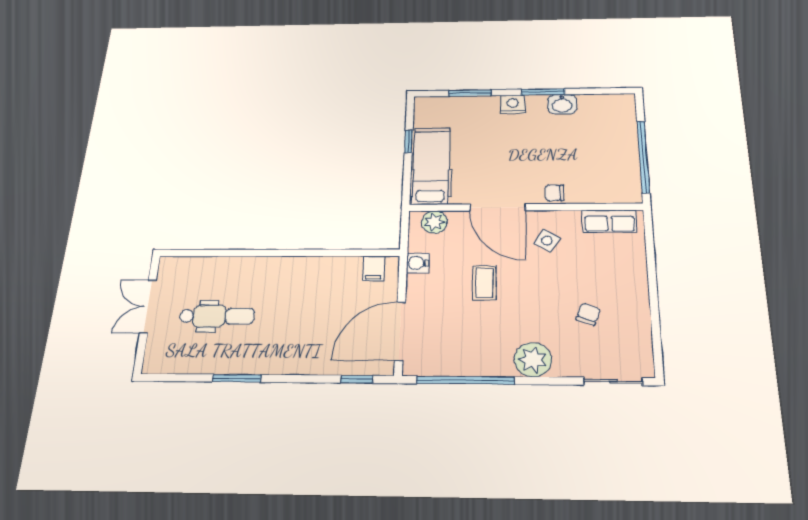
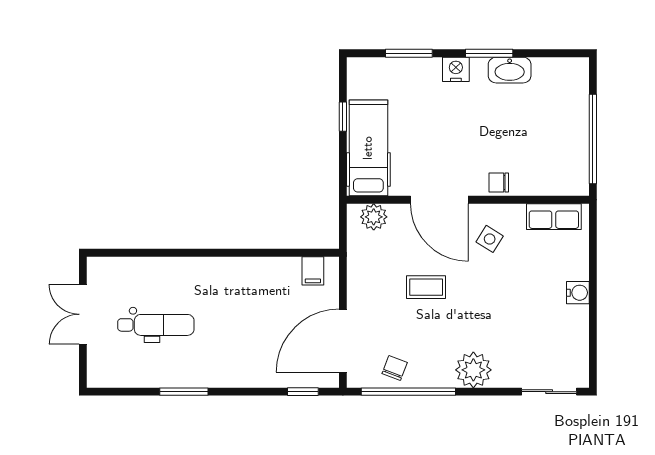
washbasin: (562, 104) -> (510, 70), width x1.38
water cooler: (418, 263) -> (578, 293), moved, turned 180
coffee table: (484, 283) -> (426, 287), turned 90
chair: (588, 314) -> (395, 368), moved

